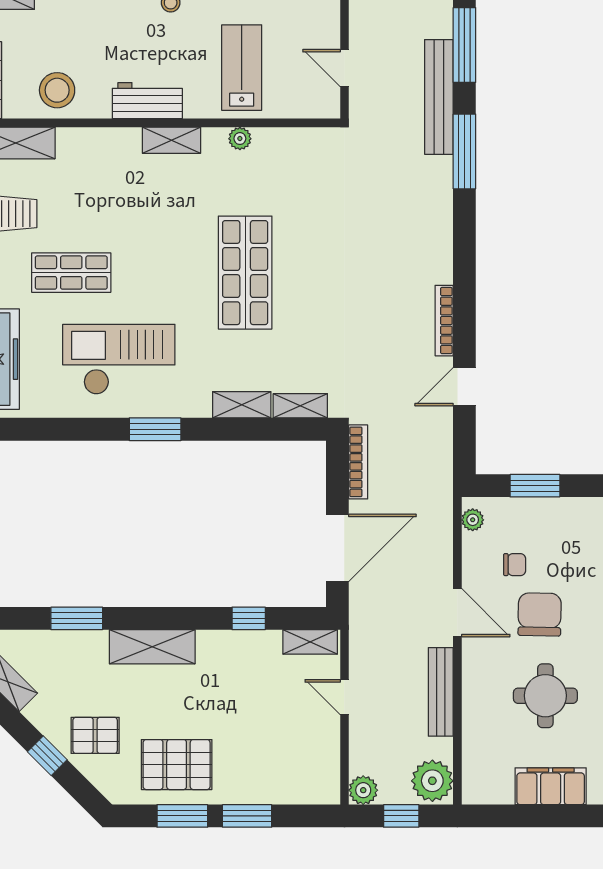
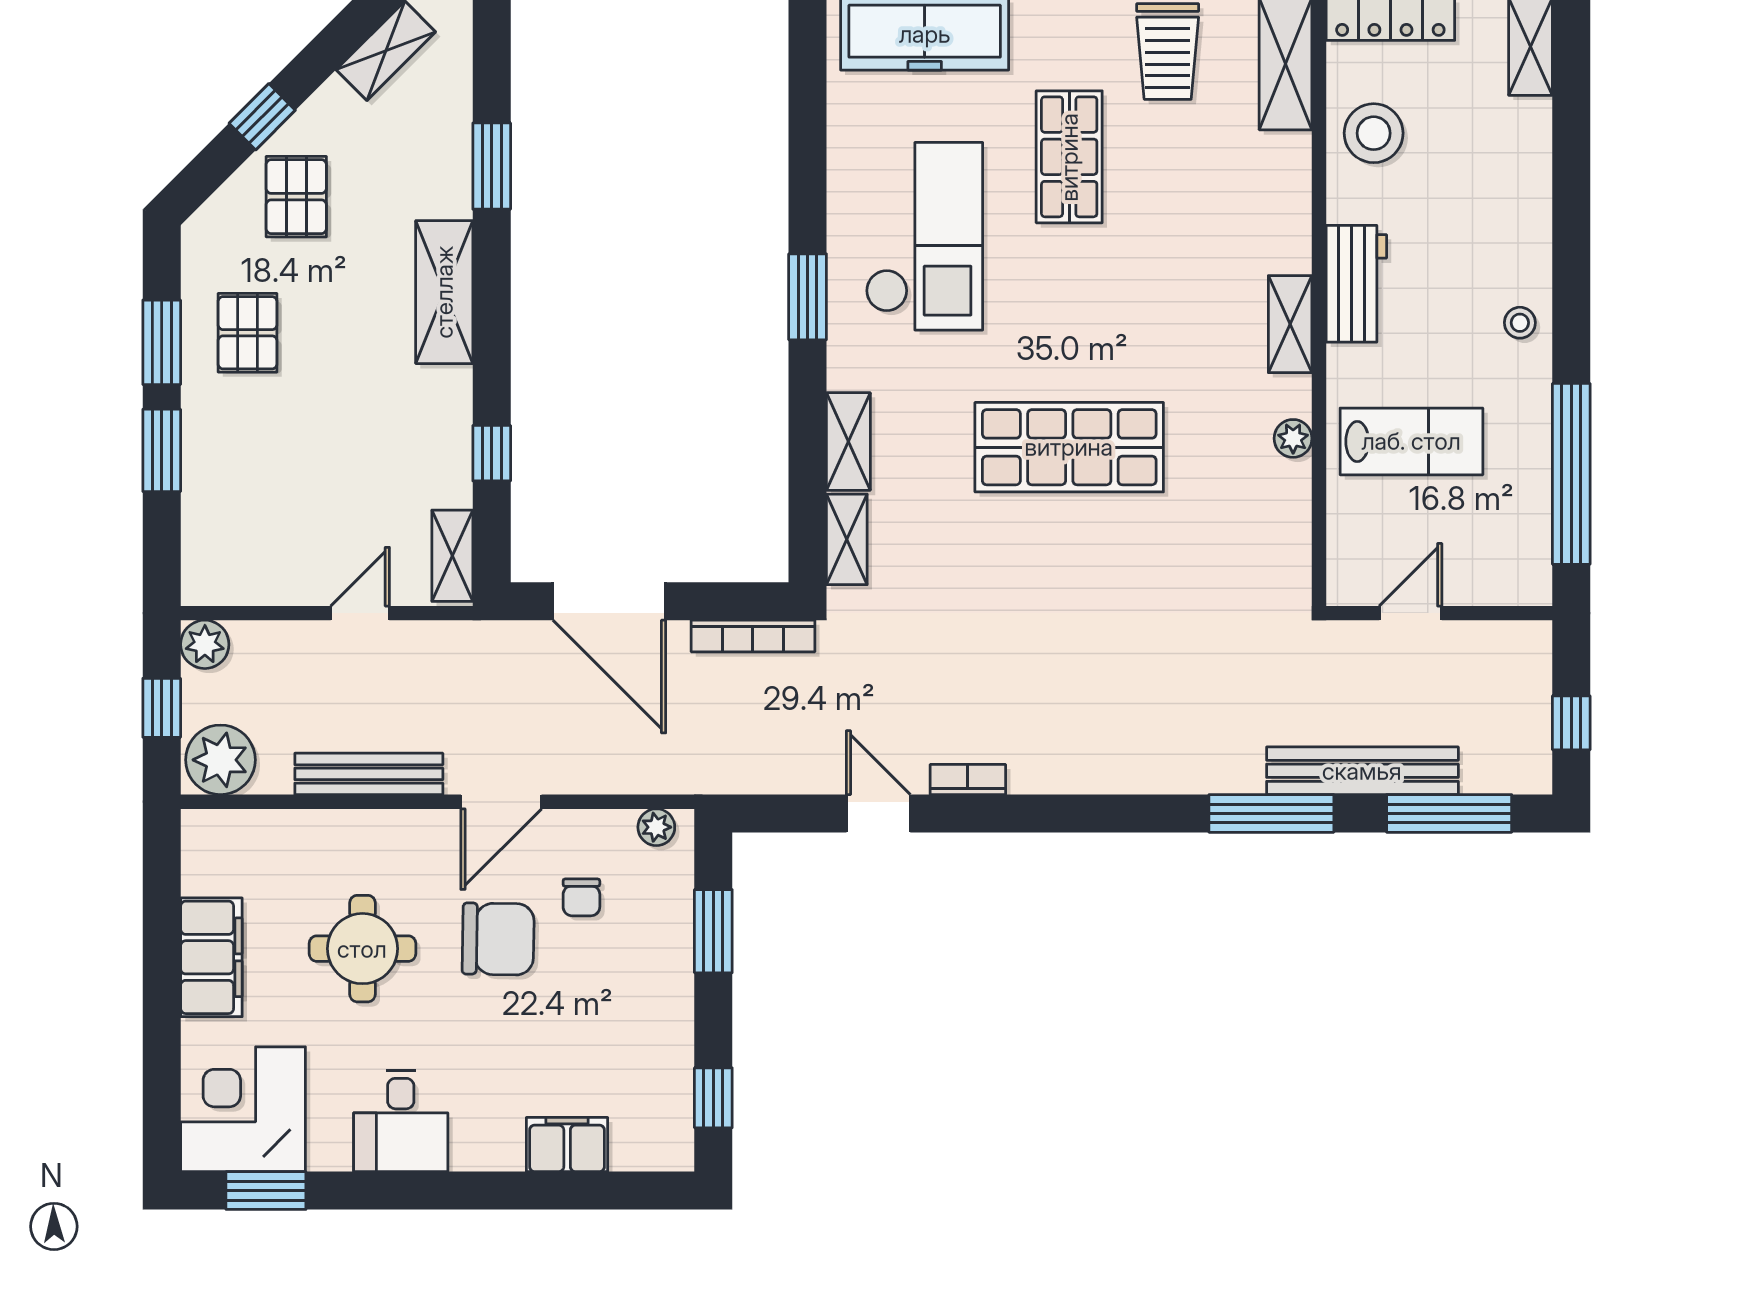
bookcase: (444, 321) -> (968, 780), width x0.64
pallet: (177, 765) -> (248, 333), width x0.67, depth x0.71

